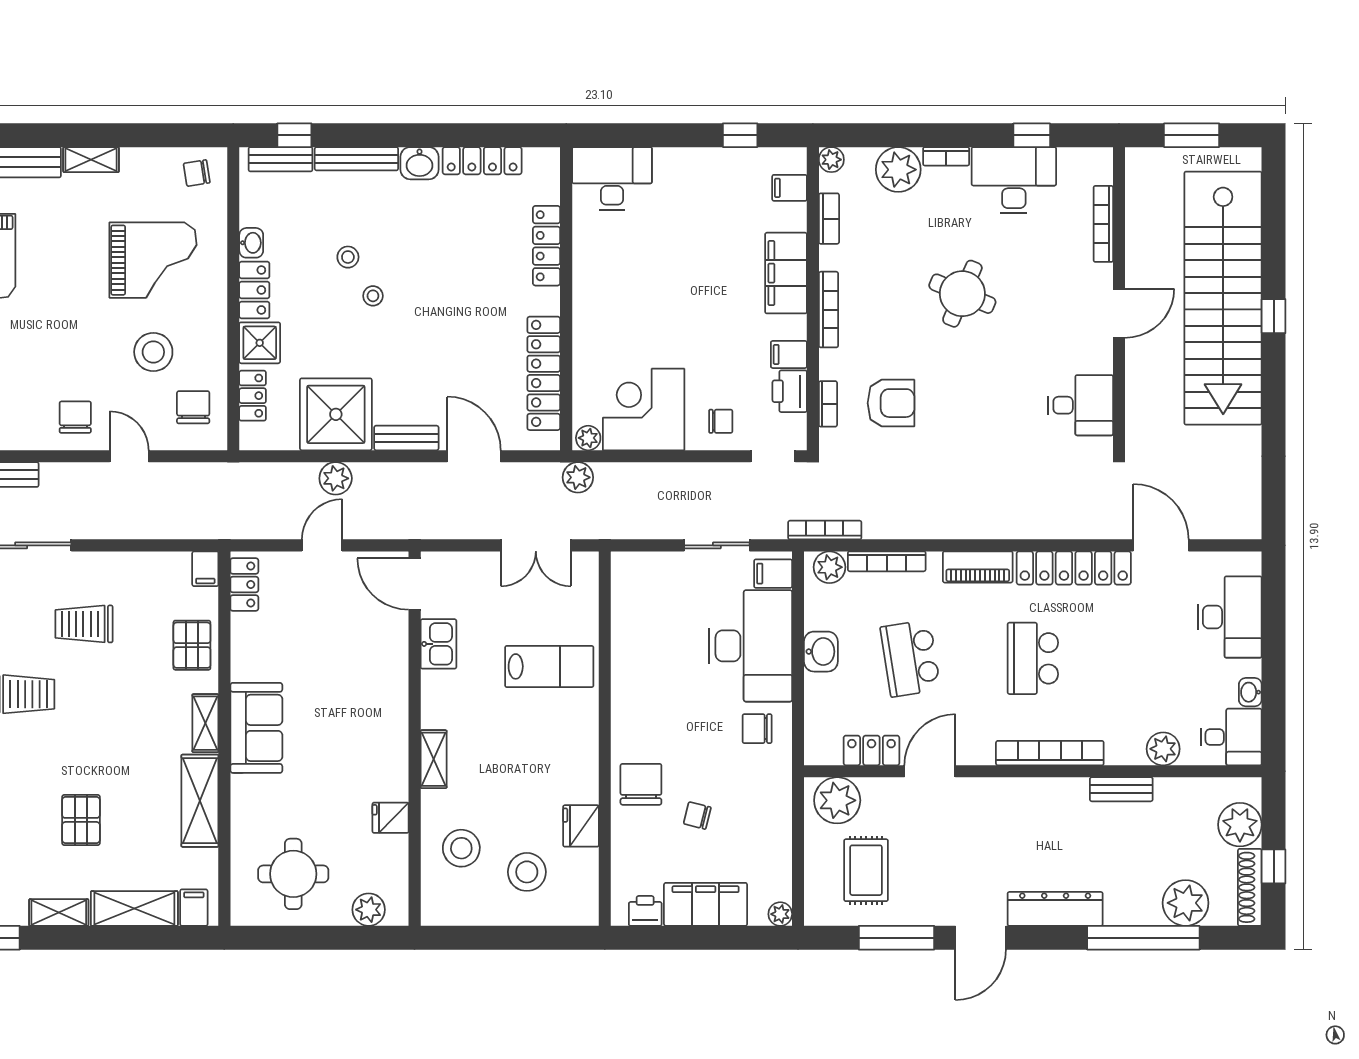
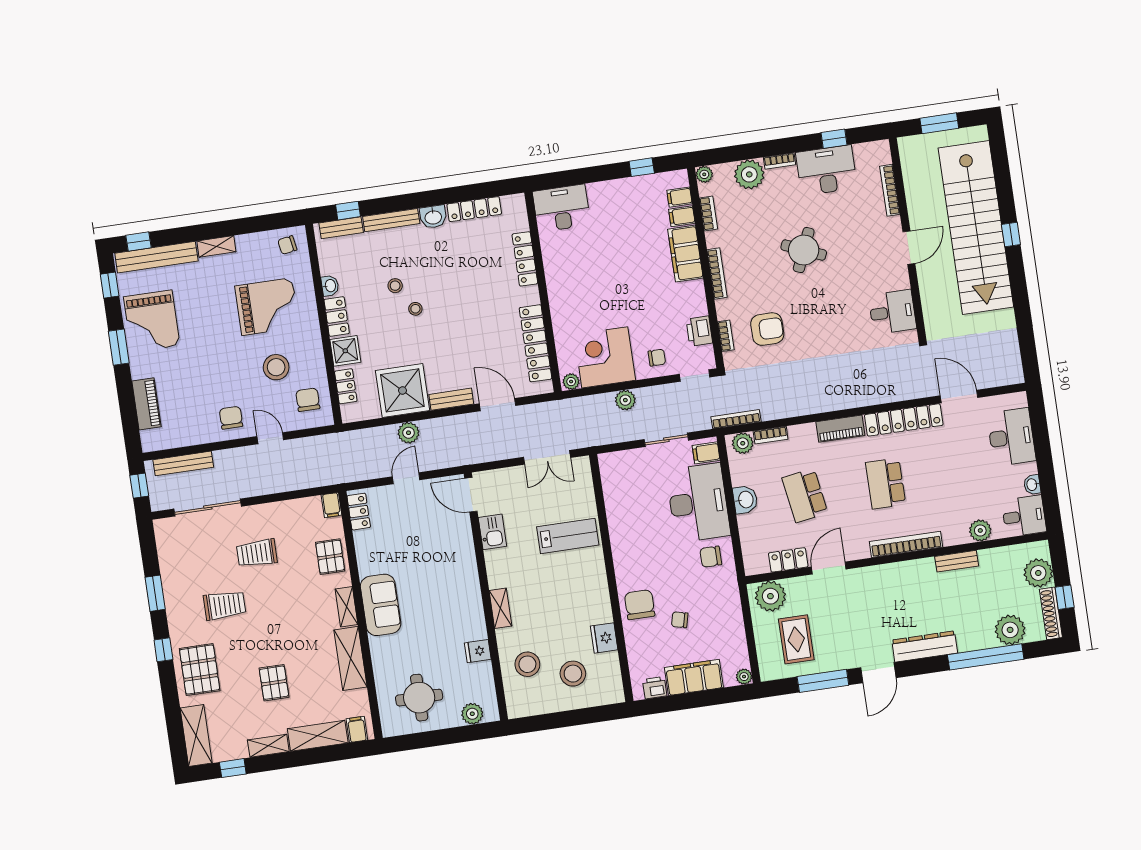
filing cabinet: (789, 354) -> (682, 216), moved
plant: (578, 477) -> (625, 400), moved
bookcase: (887, 561) -> (771, 435), width x0.64

